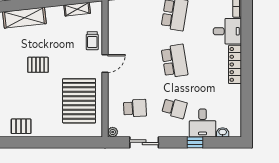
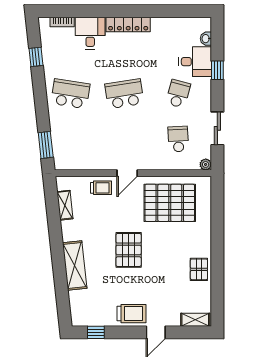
door: (105, 64) -> (127, 173), swing flipped
pallet: (38, 65) -> (129, 250), width x1.50, depth x1.42

